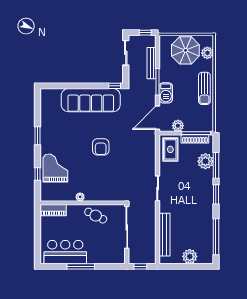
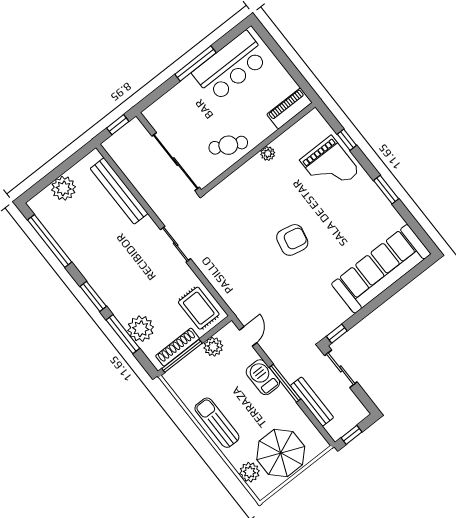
sliding door: (126, 53) -> (341, 369), moved
sofa: (91, 100) -> (381, 269), moved
door: (158, 118) -> (248, 336), width x0.53
armchair: (101, 147) -> (292, 240), turned 102

